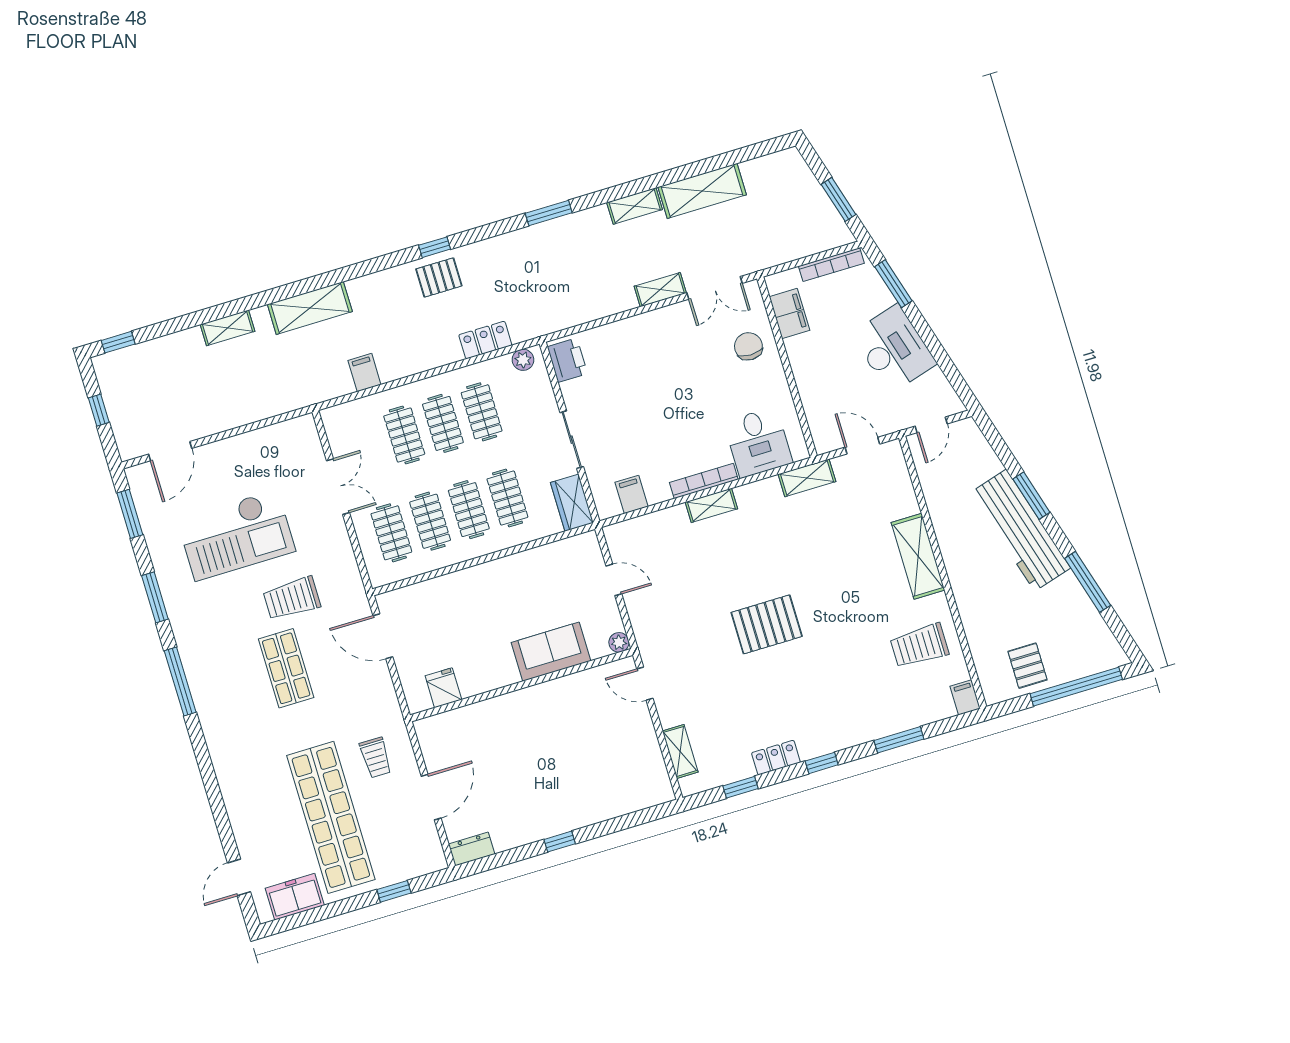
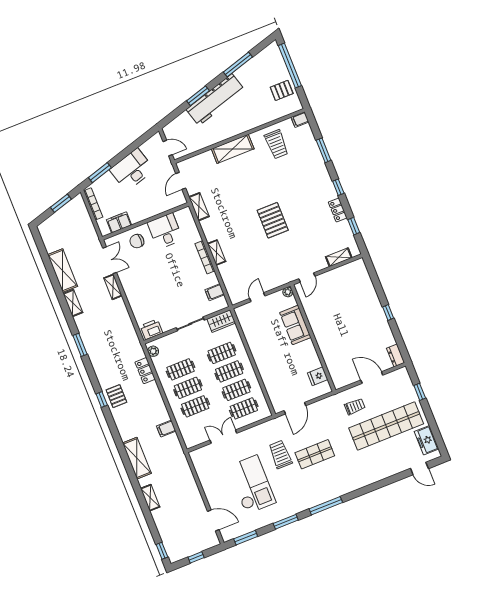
desk: (758, 442) -> (165, 231), moved, turned -90
trolley: (292, 598) -> (280, 454), turned 180

